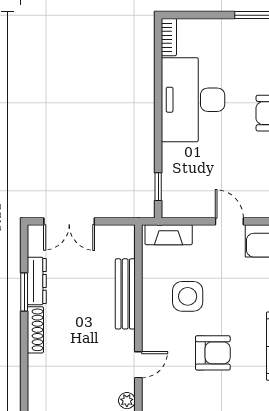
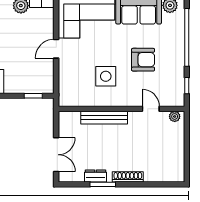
fireplace: (169, 235) -> (65, 89), removed
dresser: (37, 281) -> (96, 176), width x0.70
armchair: (213, 353) -> (143, 60), turned 90

